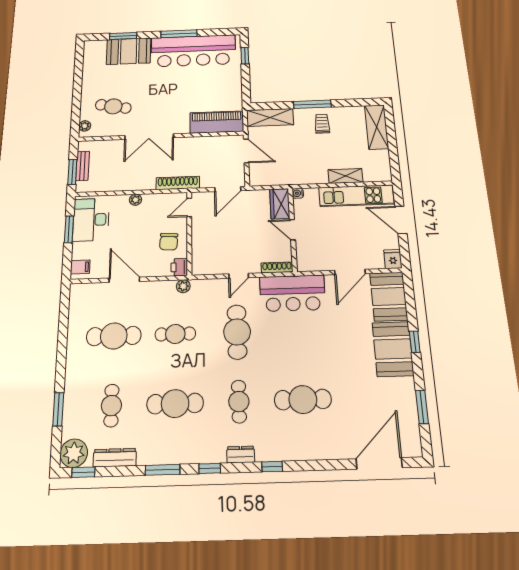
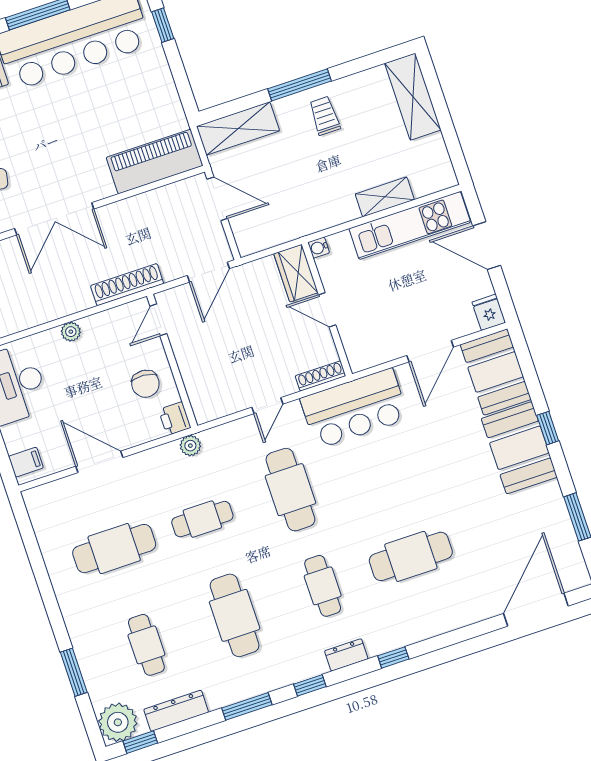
cafe table: (175, 404) -> (235, 615), turned 90

